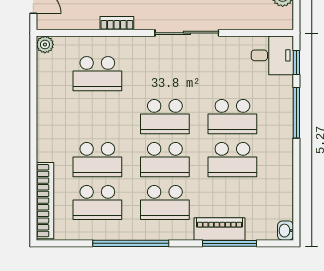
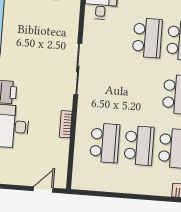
plant: (45, 44) -> (78, 183), removed
school desk: (165, 117) -> (139, 146), moved

